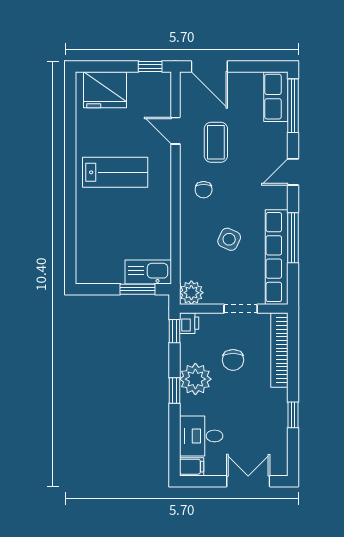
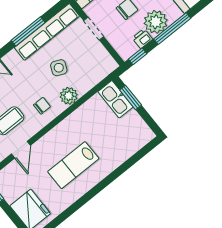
lab bench: (115, 172) -> (73, 165), turned -90
plant: (191, 293) -> (69, 96), moved
printer: (189, 323) -> (142, 39), moved
window: (174, 391) -> (172, 29), width x2.17

